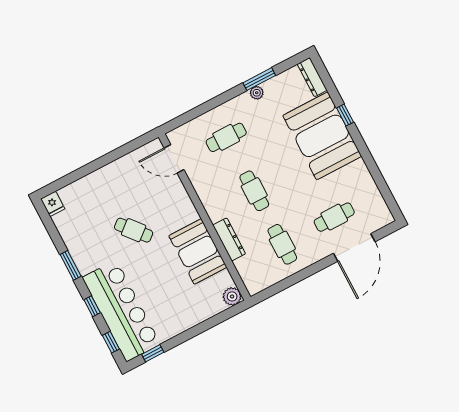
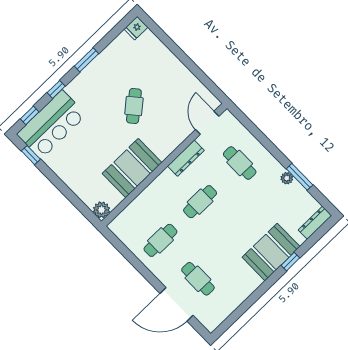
booth: (322, 136) -> (271, 252), width x0.73, depth x0.70
dresser: (229, 239) -> (186, 158), moved
bar counter: (121, 311) -> (52, 124), width x0.73

